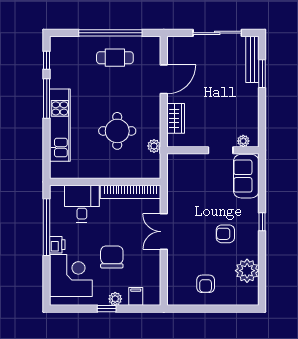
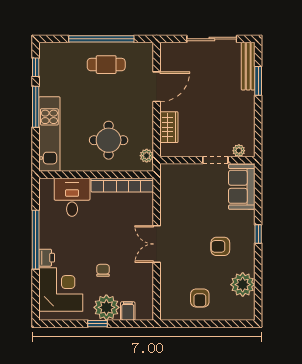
wall: (105, 182) -> (96, 175), moved
bookcase: (130, 192) -> (122, 185), moved
desk: (82, 204) -> (72, 197), moved
chair: (112, 257) -> (103, 270), width x0.54, depth x0.54
plant: (115, 299) -> (106, 307), width x1.87, depth x1.87

